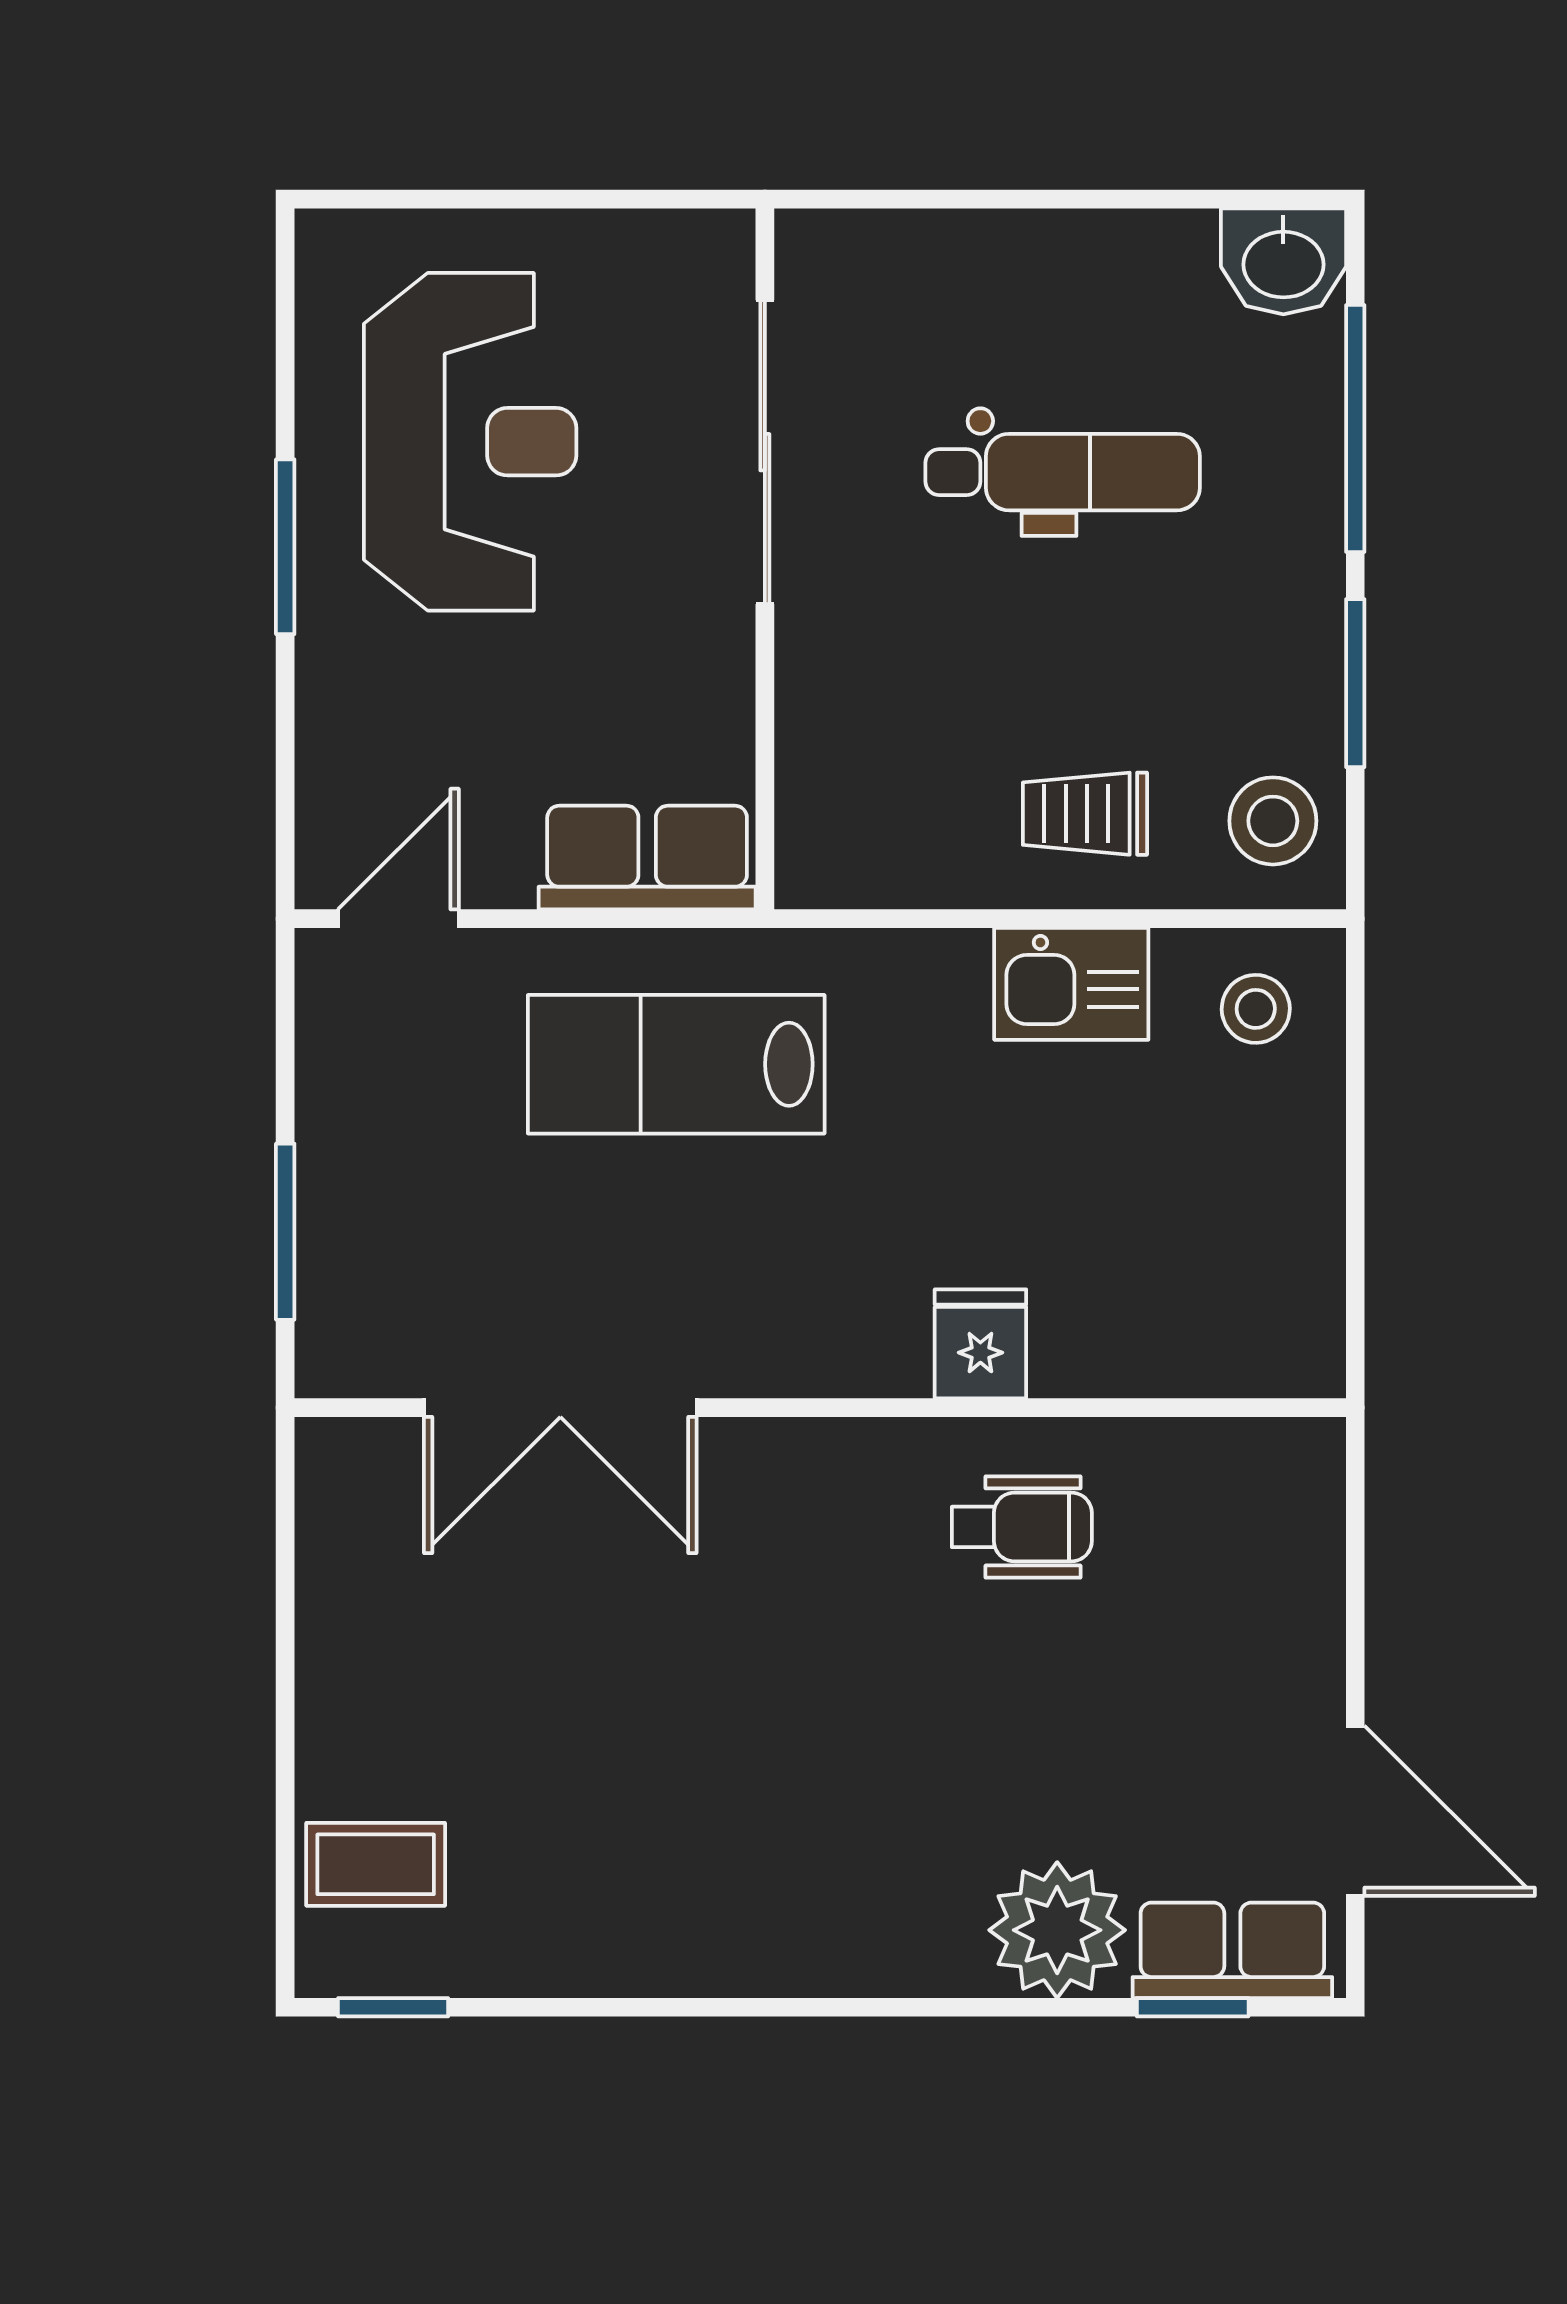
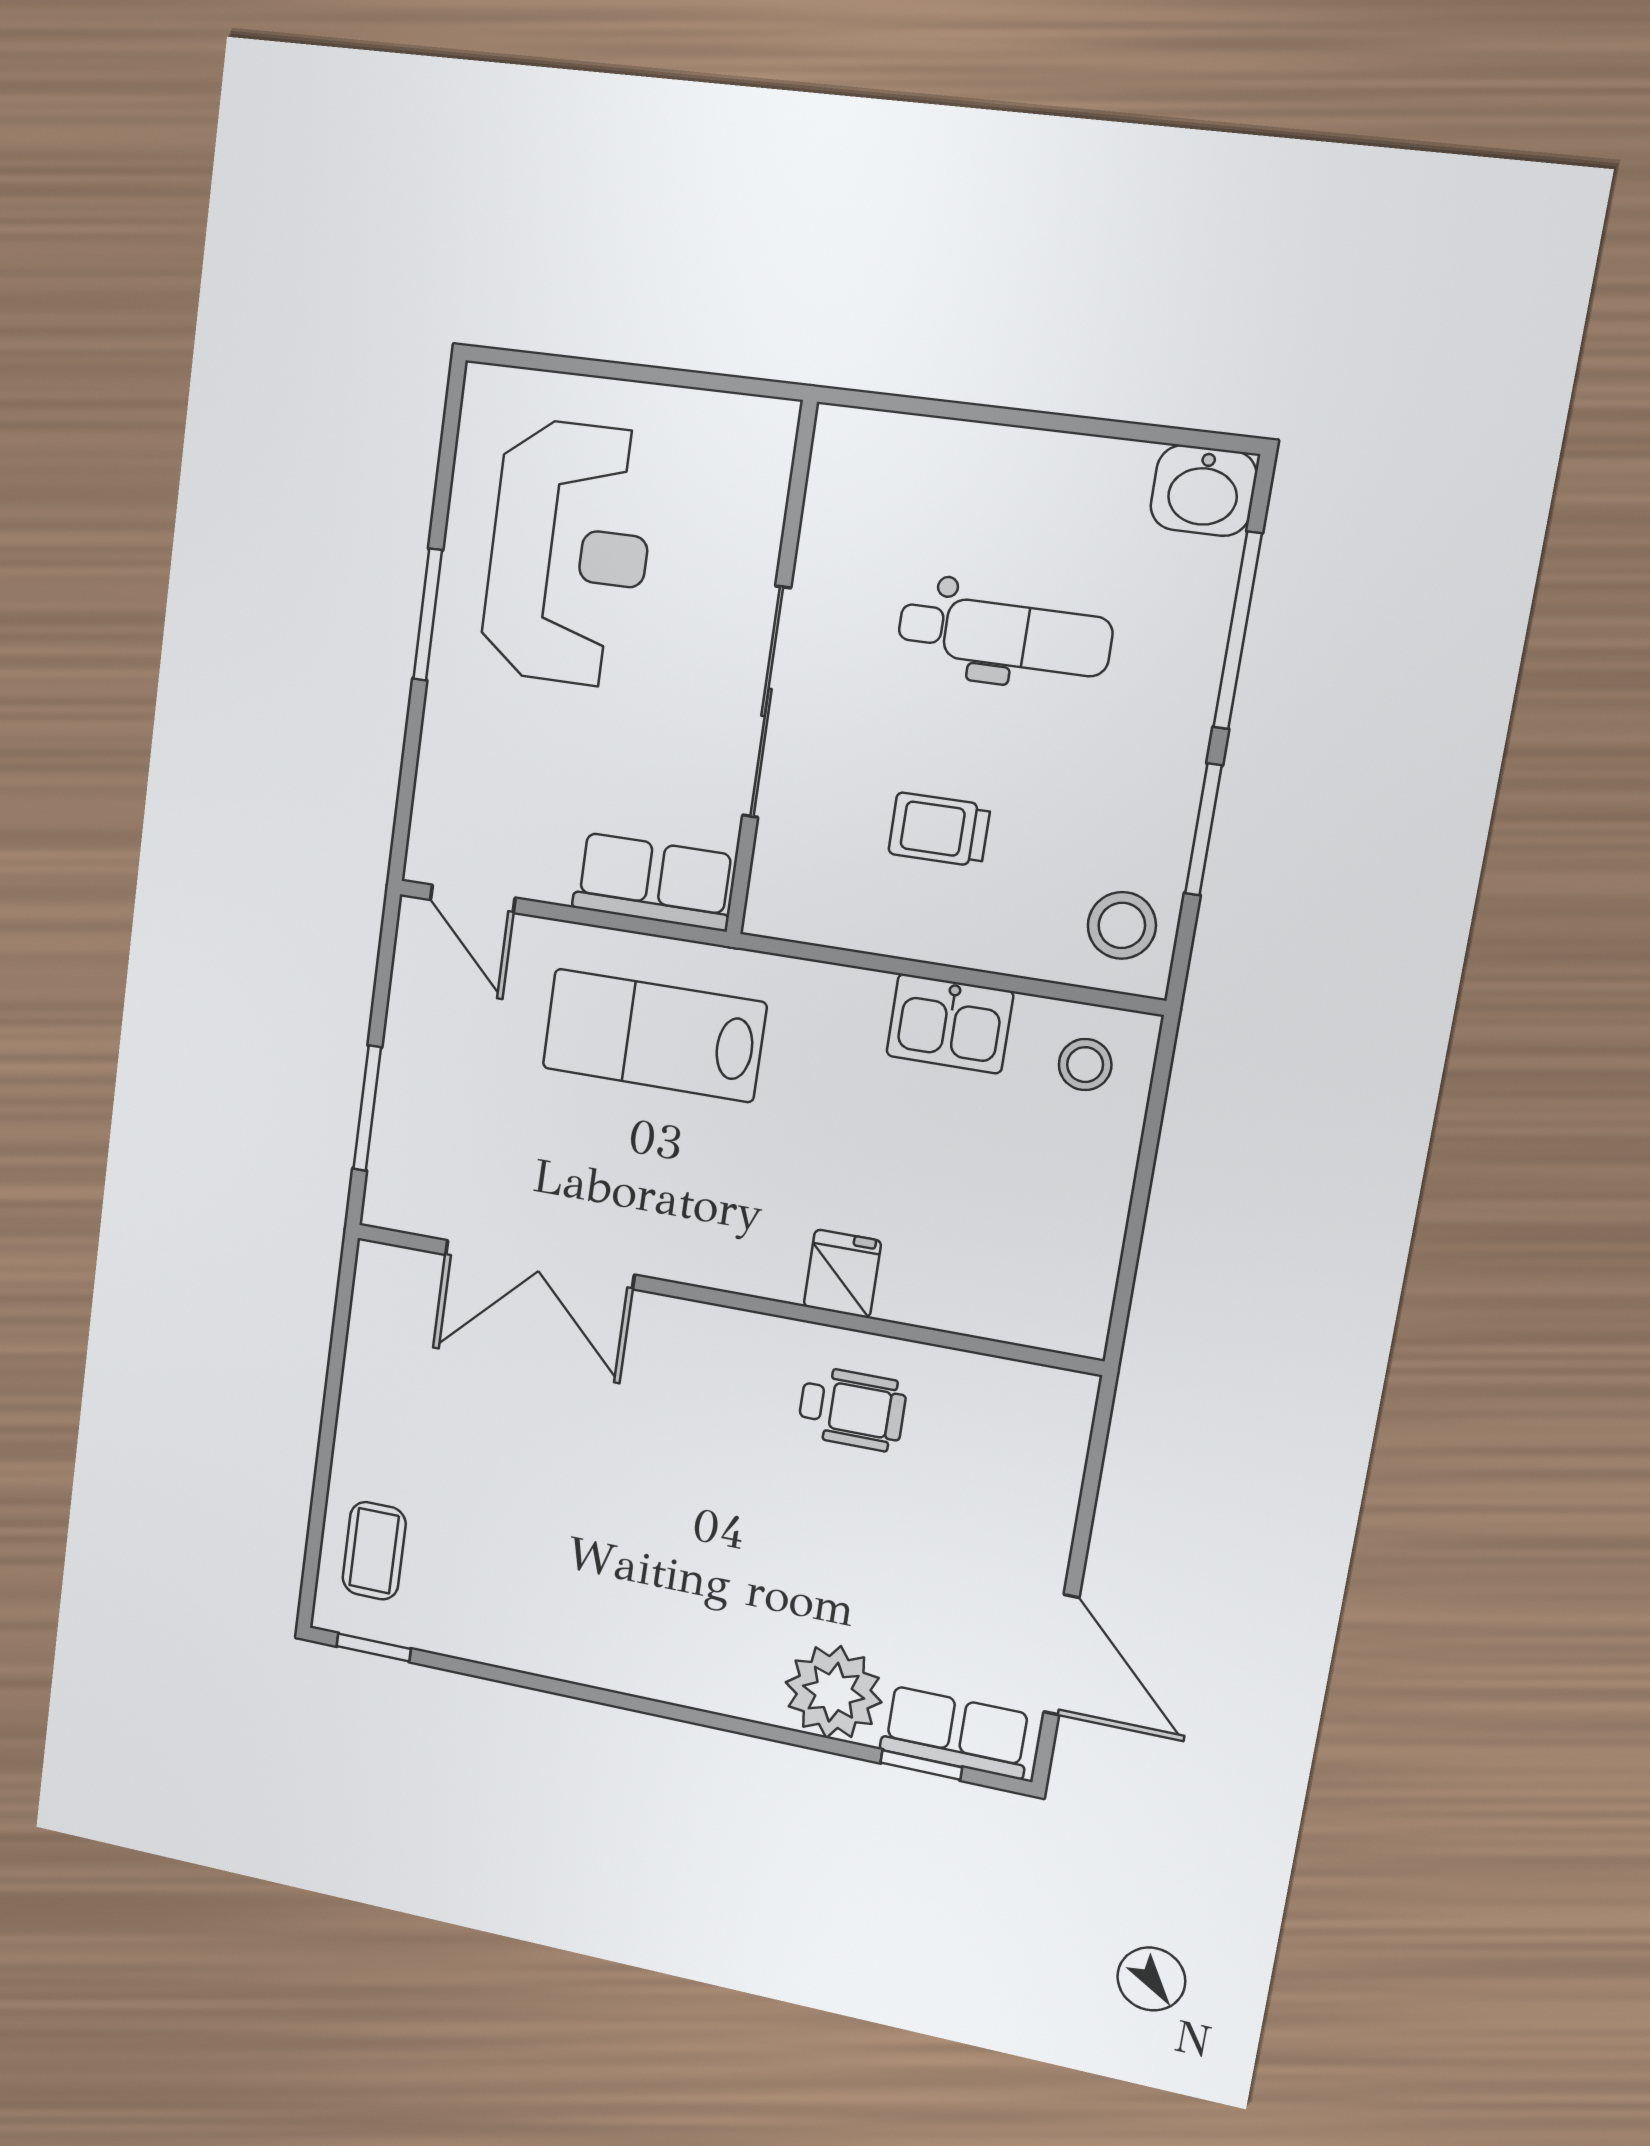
sliding door: (765, 452) -> (767, 702), moved
trolley: (1085, 814) -> (939, 830), moved
door: (398, 919) -> (473, 899), swing flipped
coffee table: (376, 1864) -> (374, 1551), turned 90

